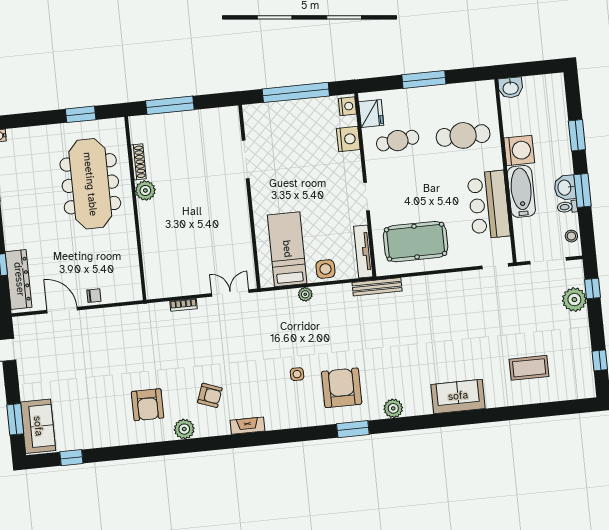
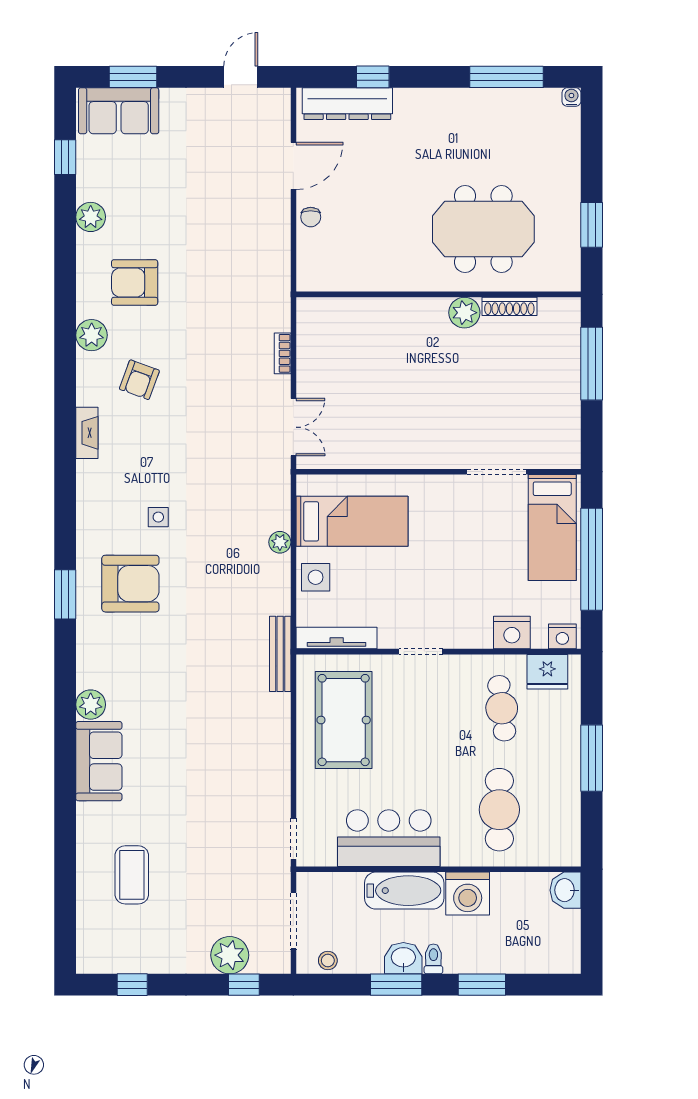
bed: (278, 120) -> (552, 528), added
meeting table: (90, 184) -> (483, 229), width x0.73
toilet: (567, 207) -> (433, 959), moved
plant: (393, 408) -> (91, 705), moved
plant: (108, 437) -> (91, 217), added

